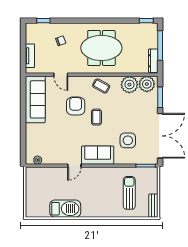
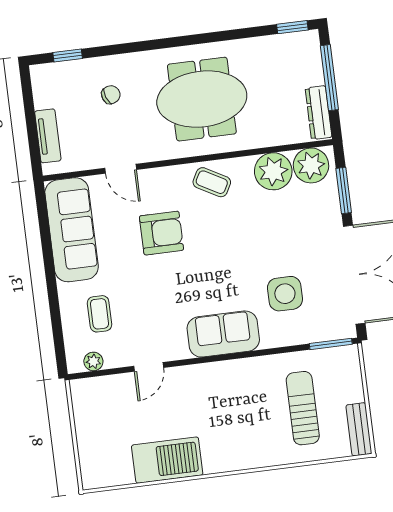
armchair: (76, 106) -> (161, 233), turned 90
coffee table: (96, 117) -> (99, 314), moved
door: (74, 166) -> (149, 367), moved

